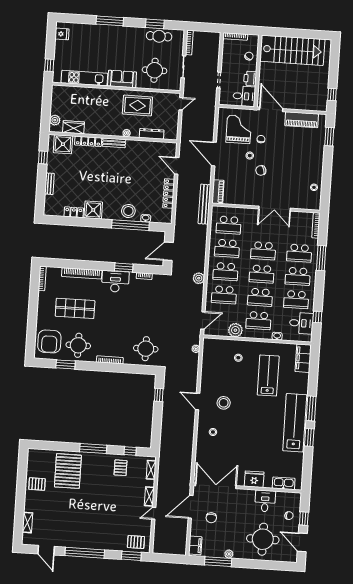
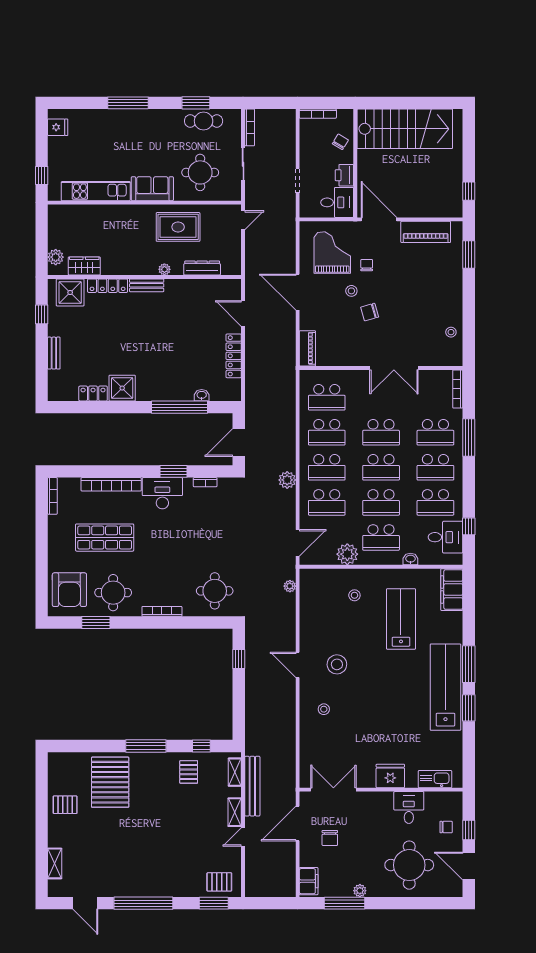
bench: (204, 204) -> (252, 786), moved
stool: (128, 211) -> (175, 386), removed
double door: (216, 486) -> (333, 790), width x0.73

